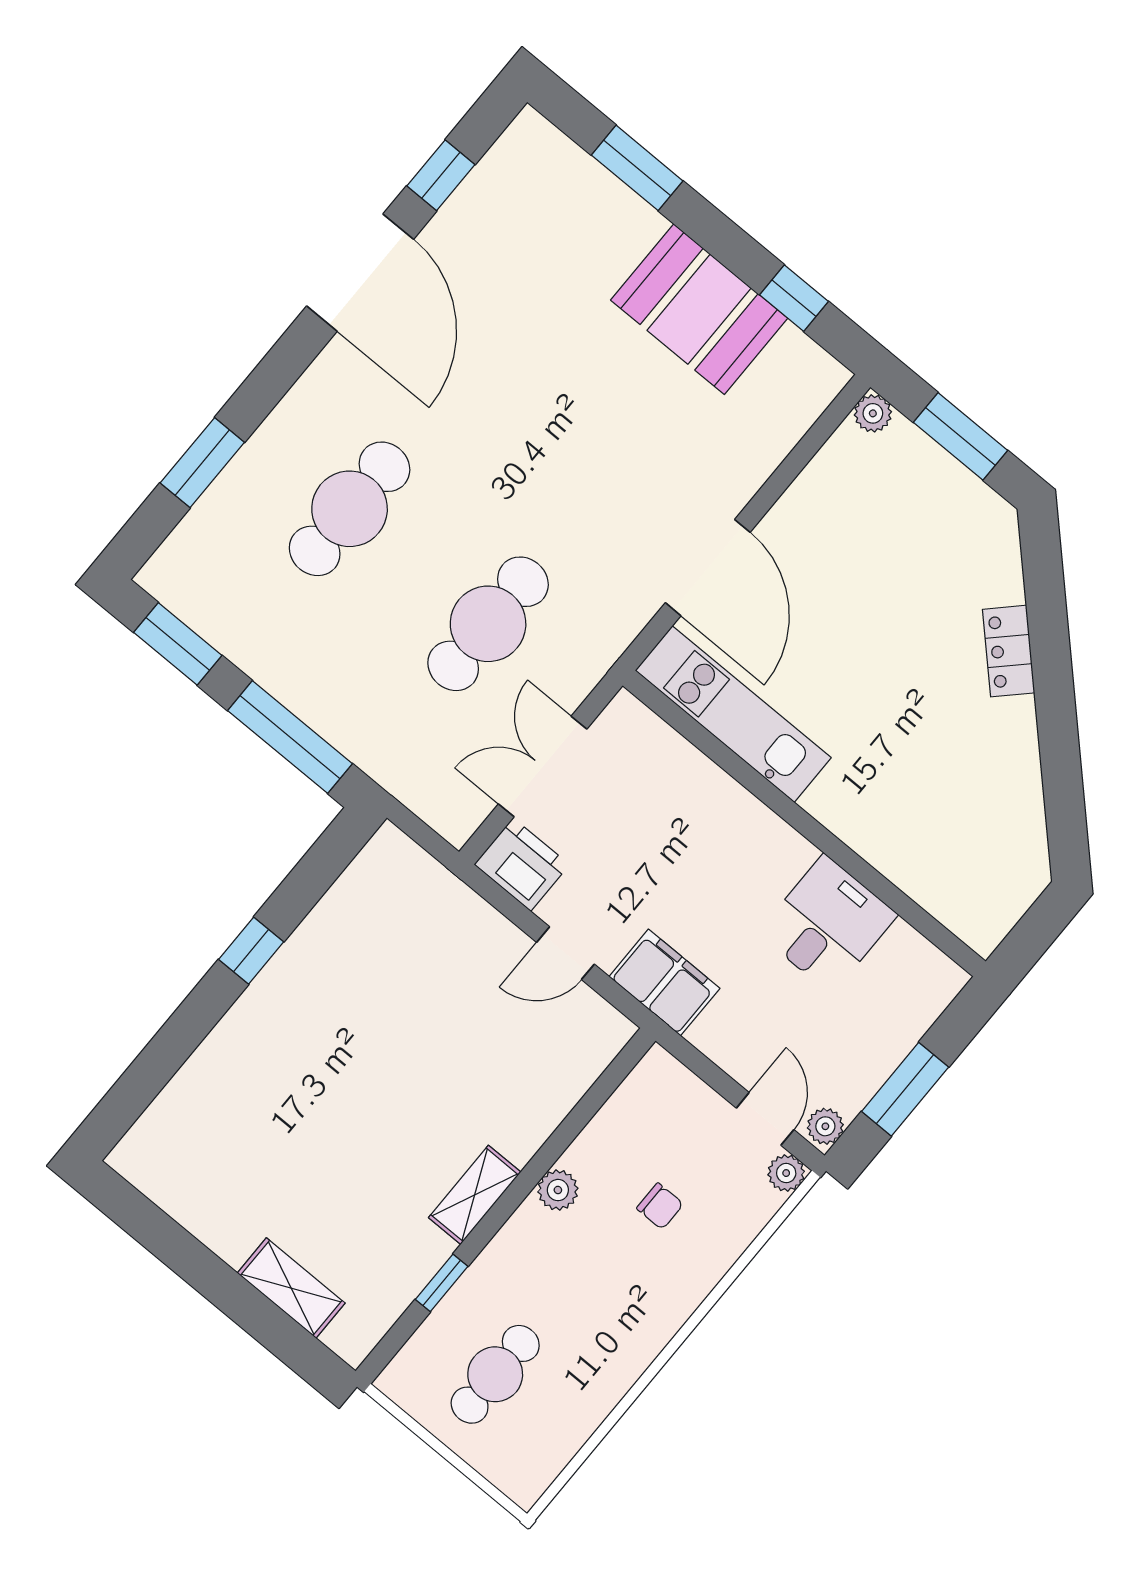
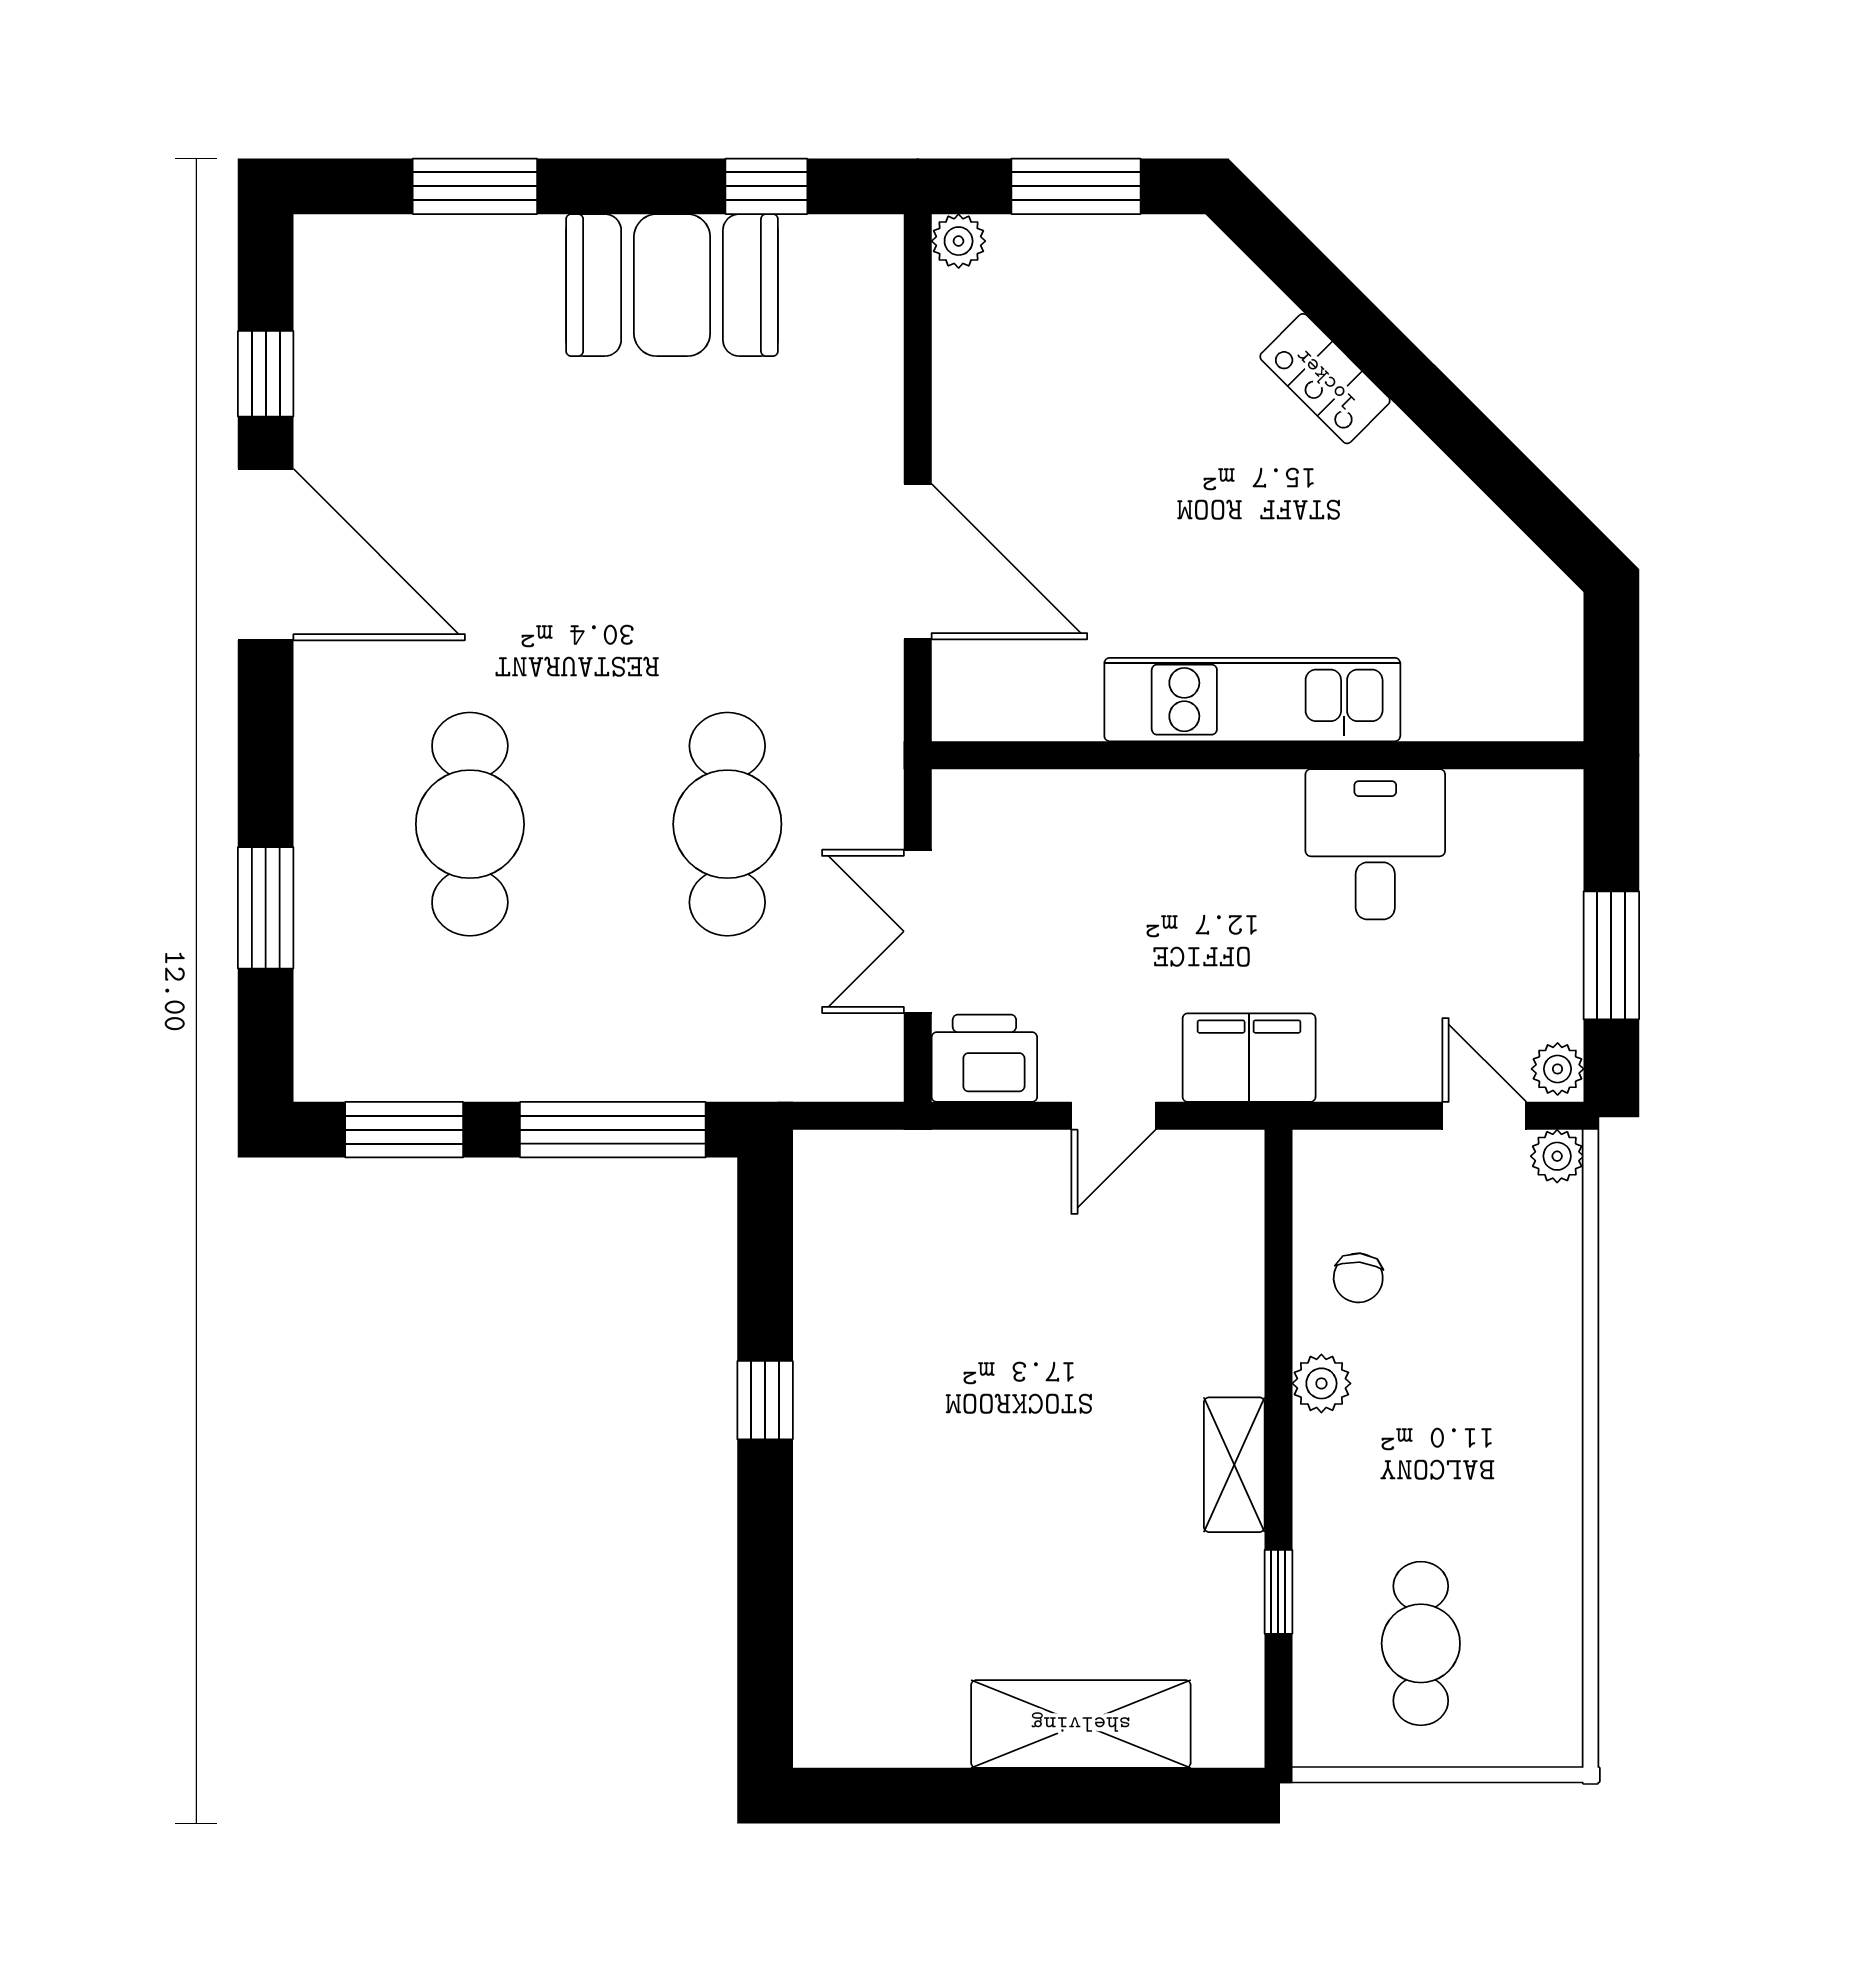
kitchen unit: (733, 714) -> (1252, 700), moved
chair: (660, 1206) -> (1358, 1278), moved, turned 95
shelving: (291, 1288) -> (1081, 1724), width x1.50, depth x1.33

